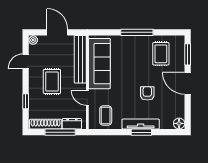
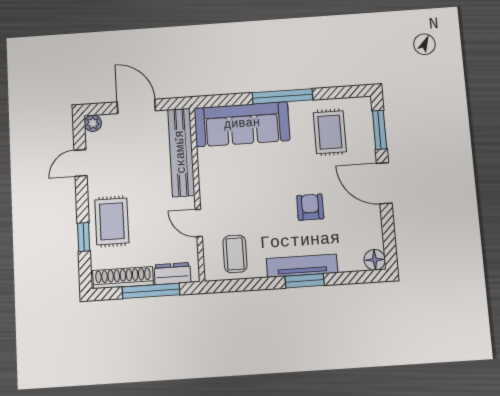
sofa: (99, 64) -> (242, 124), moved, turned 90
rug: (52, 81) -> (112, 221), moved

